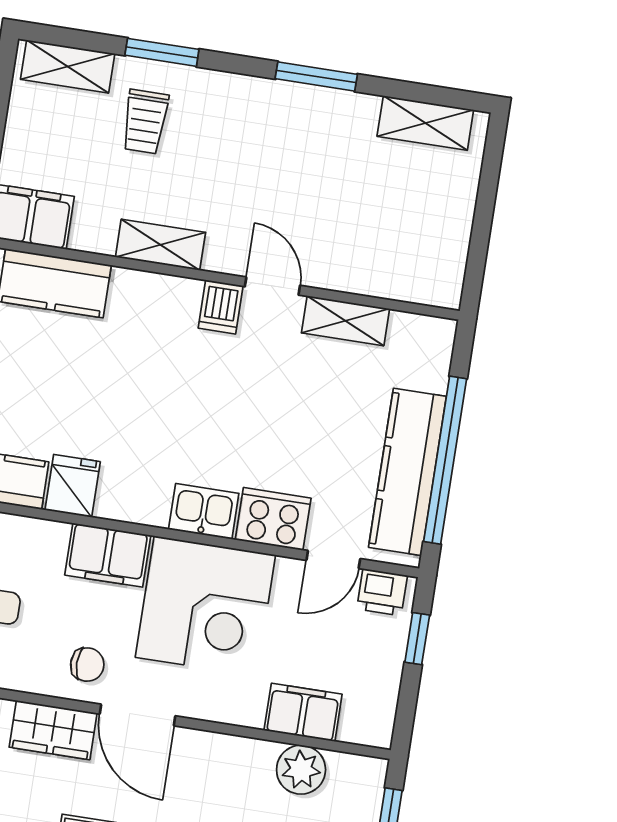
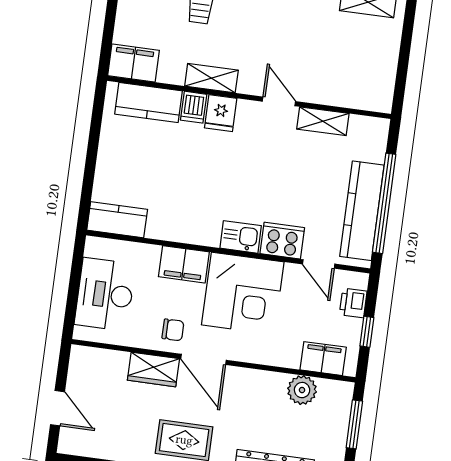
dishwasher: (221, 307) -> (194, 107), moved
fridge: (73, 486) -> (221, 113), moved, turned 180
door: (333, 560) -> (319, 264), hinge flipped
printer: (382, 592) -> (353, 303), moved, turned 90
window: (417, 639) -> (367, 332), moved
filing cabinet: (303, 712) -> (323, 359), moved

